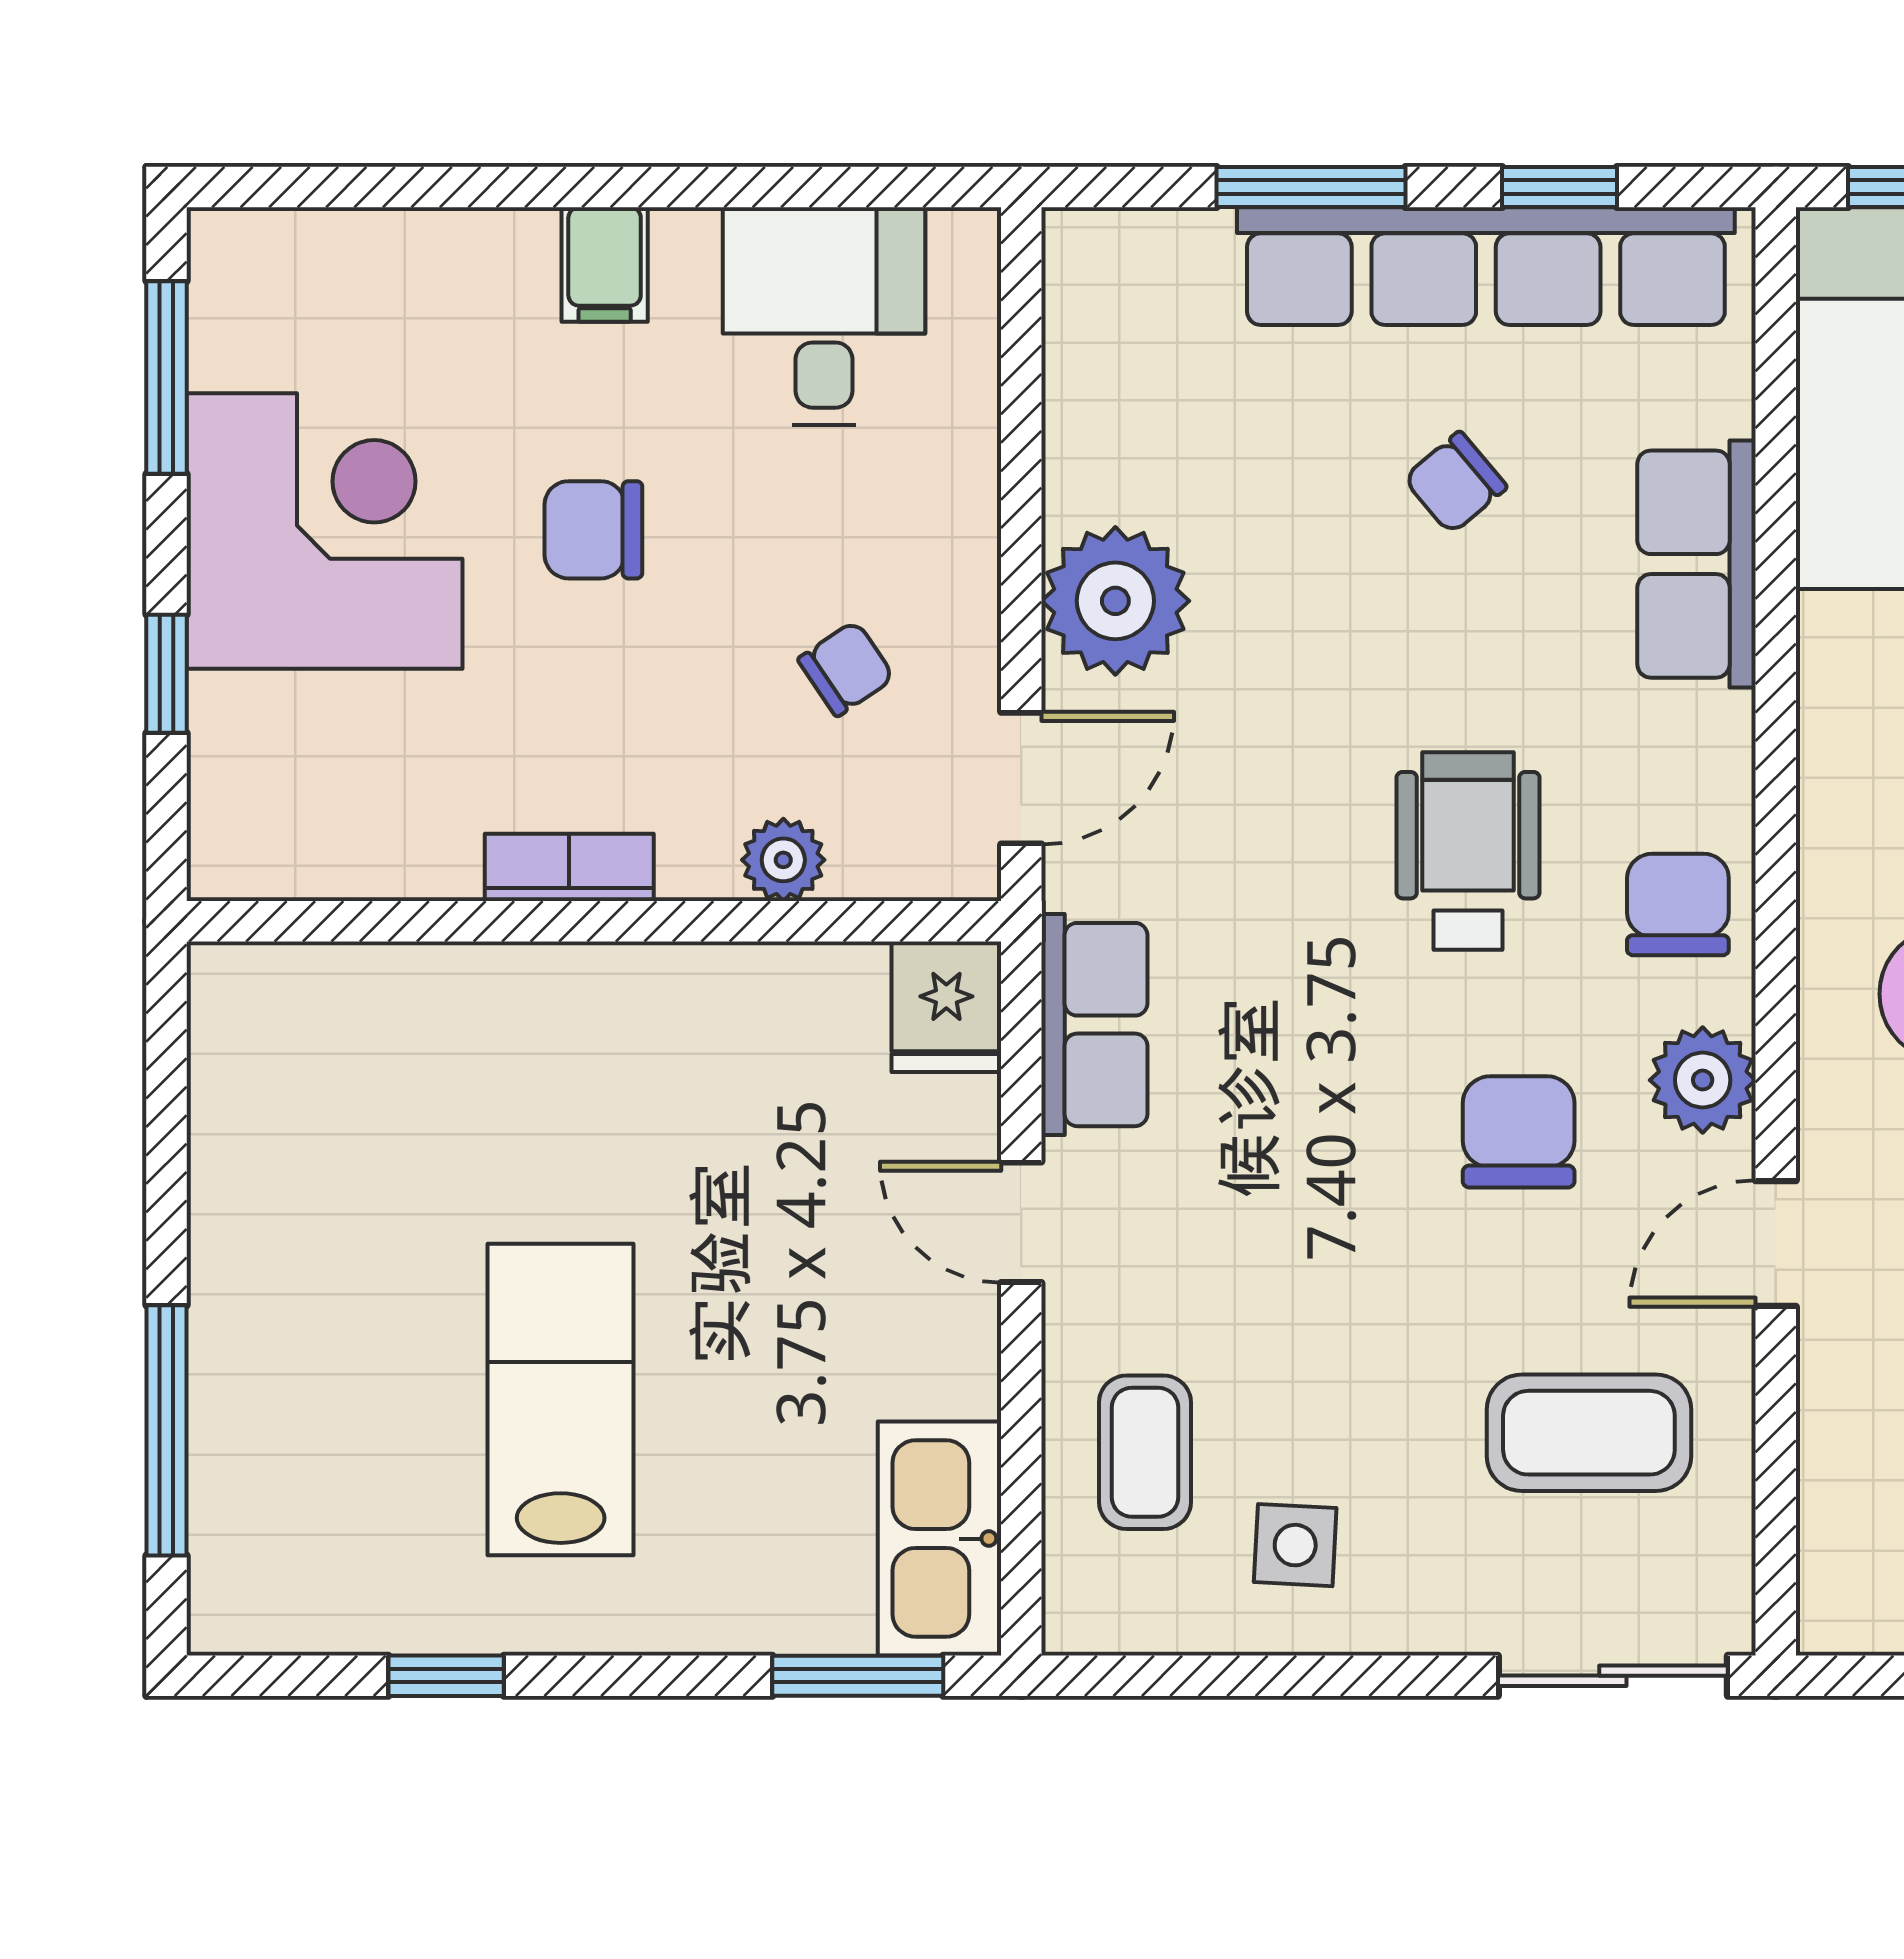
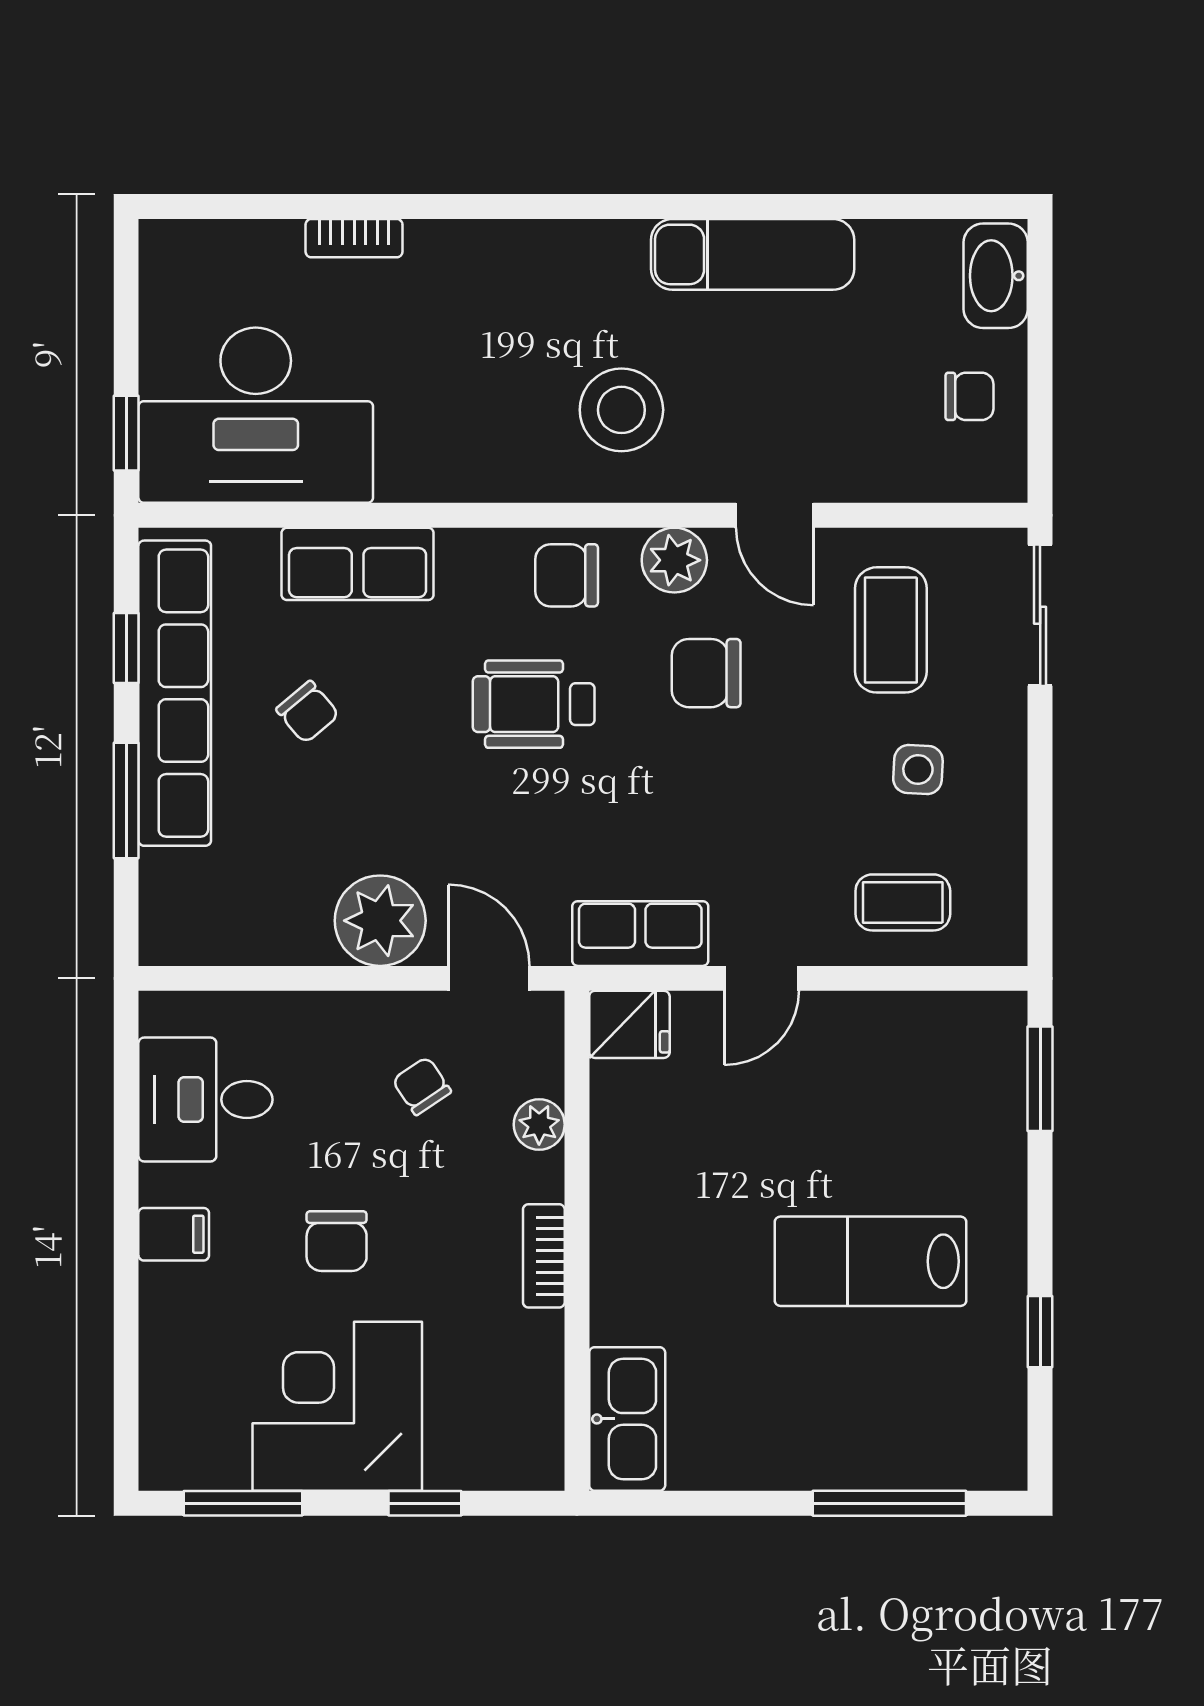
kitchen sink: (940, 1539) -> (627, 1419), moved, turned -90
side table: (1295, 1545) -> (918, 769), moved

